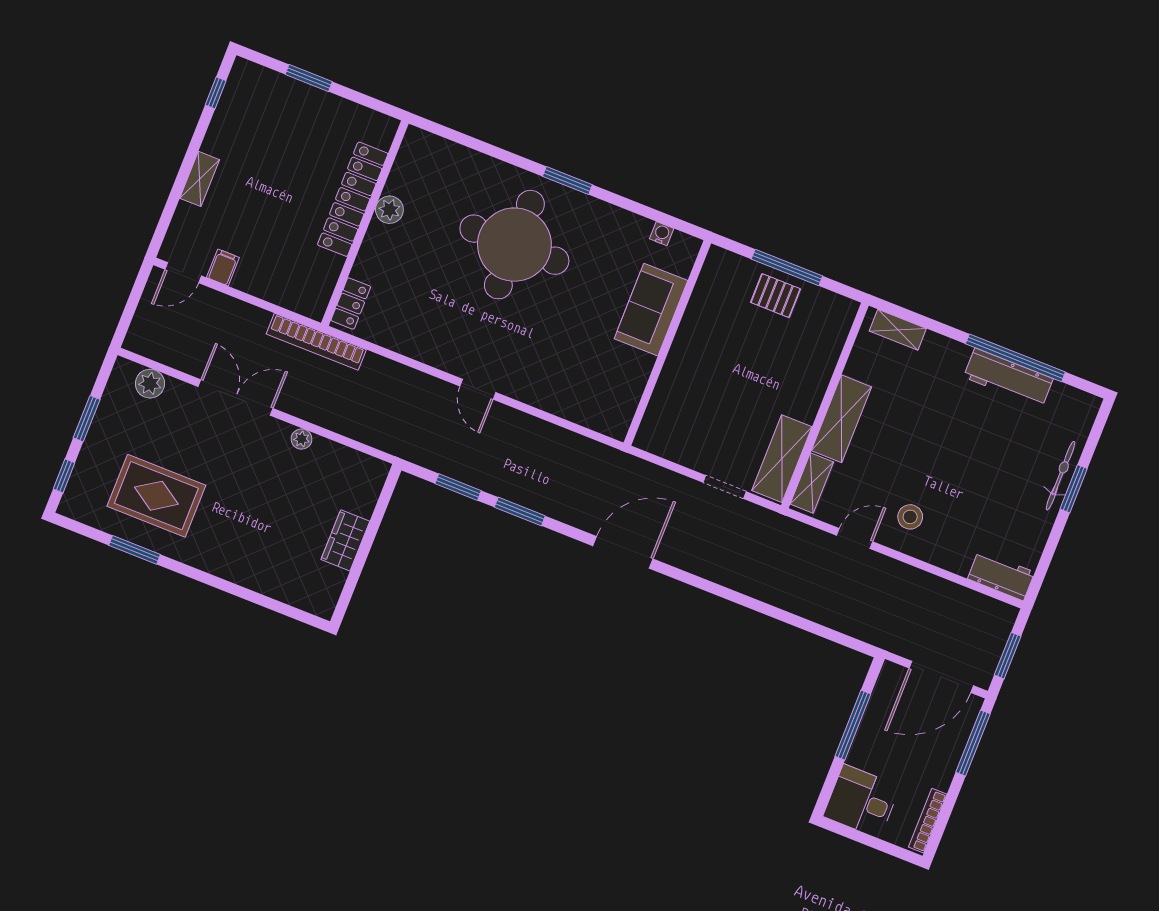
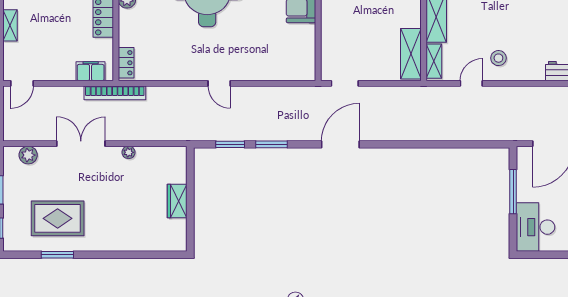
filing cabinet: (223, 267) -> (91, 71), moved, width x2.00
doorway: (725, 487) -> (345, 83), moved
desk: (862, 801) -> (536, 227), width x1.37

